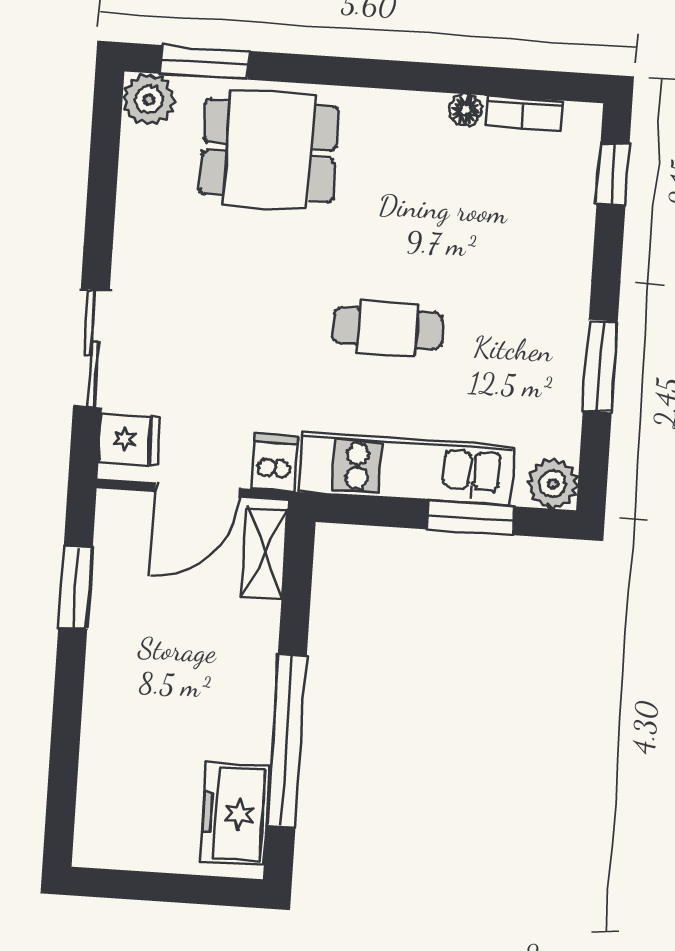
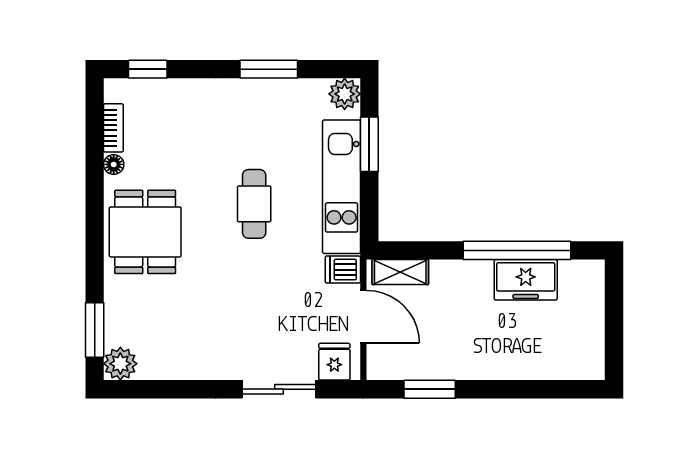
dining table: (269, 150) -> (145, 232), moved
freezer: (235, 814) -> (526, 280), moved

